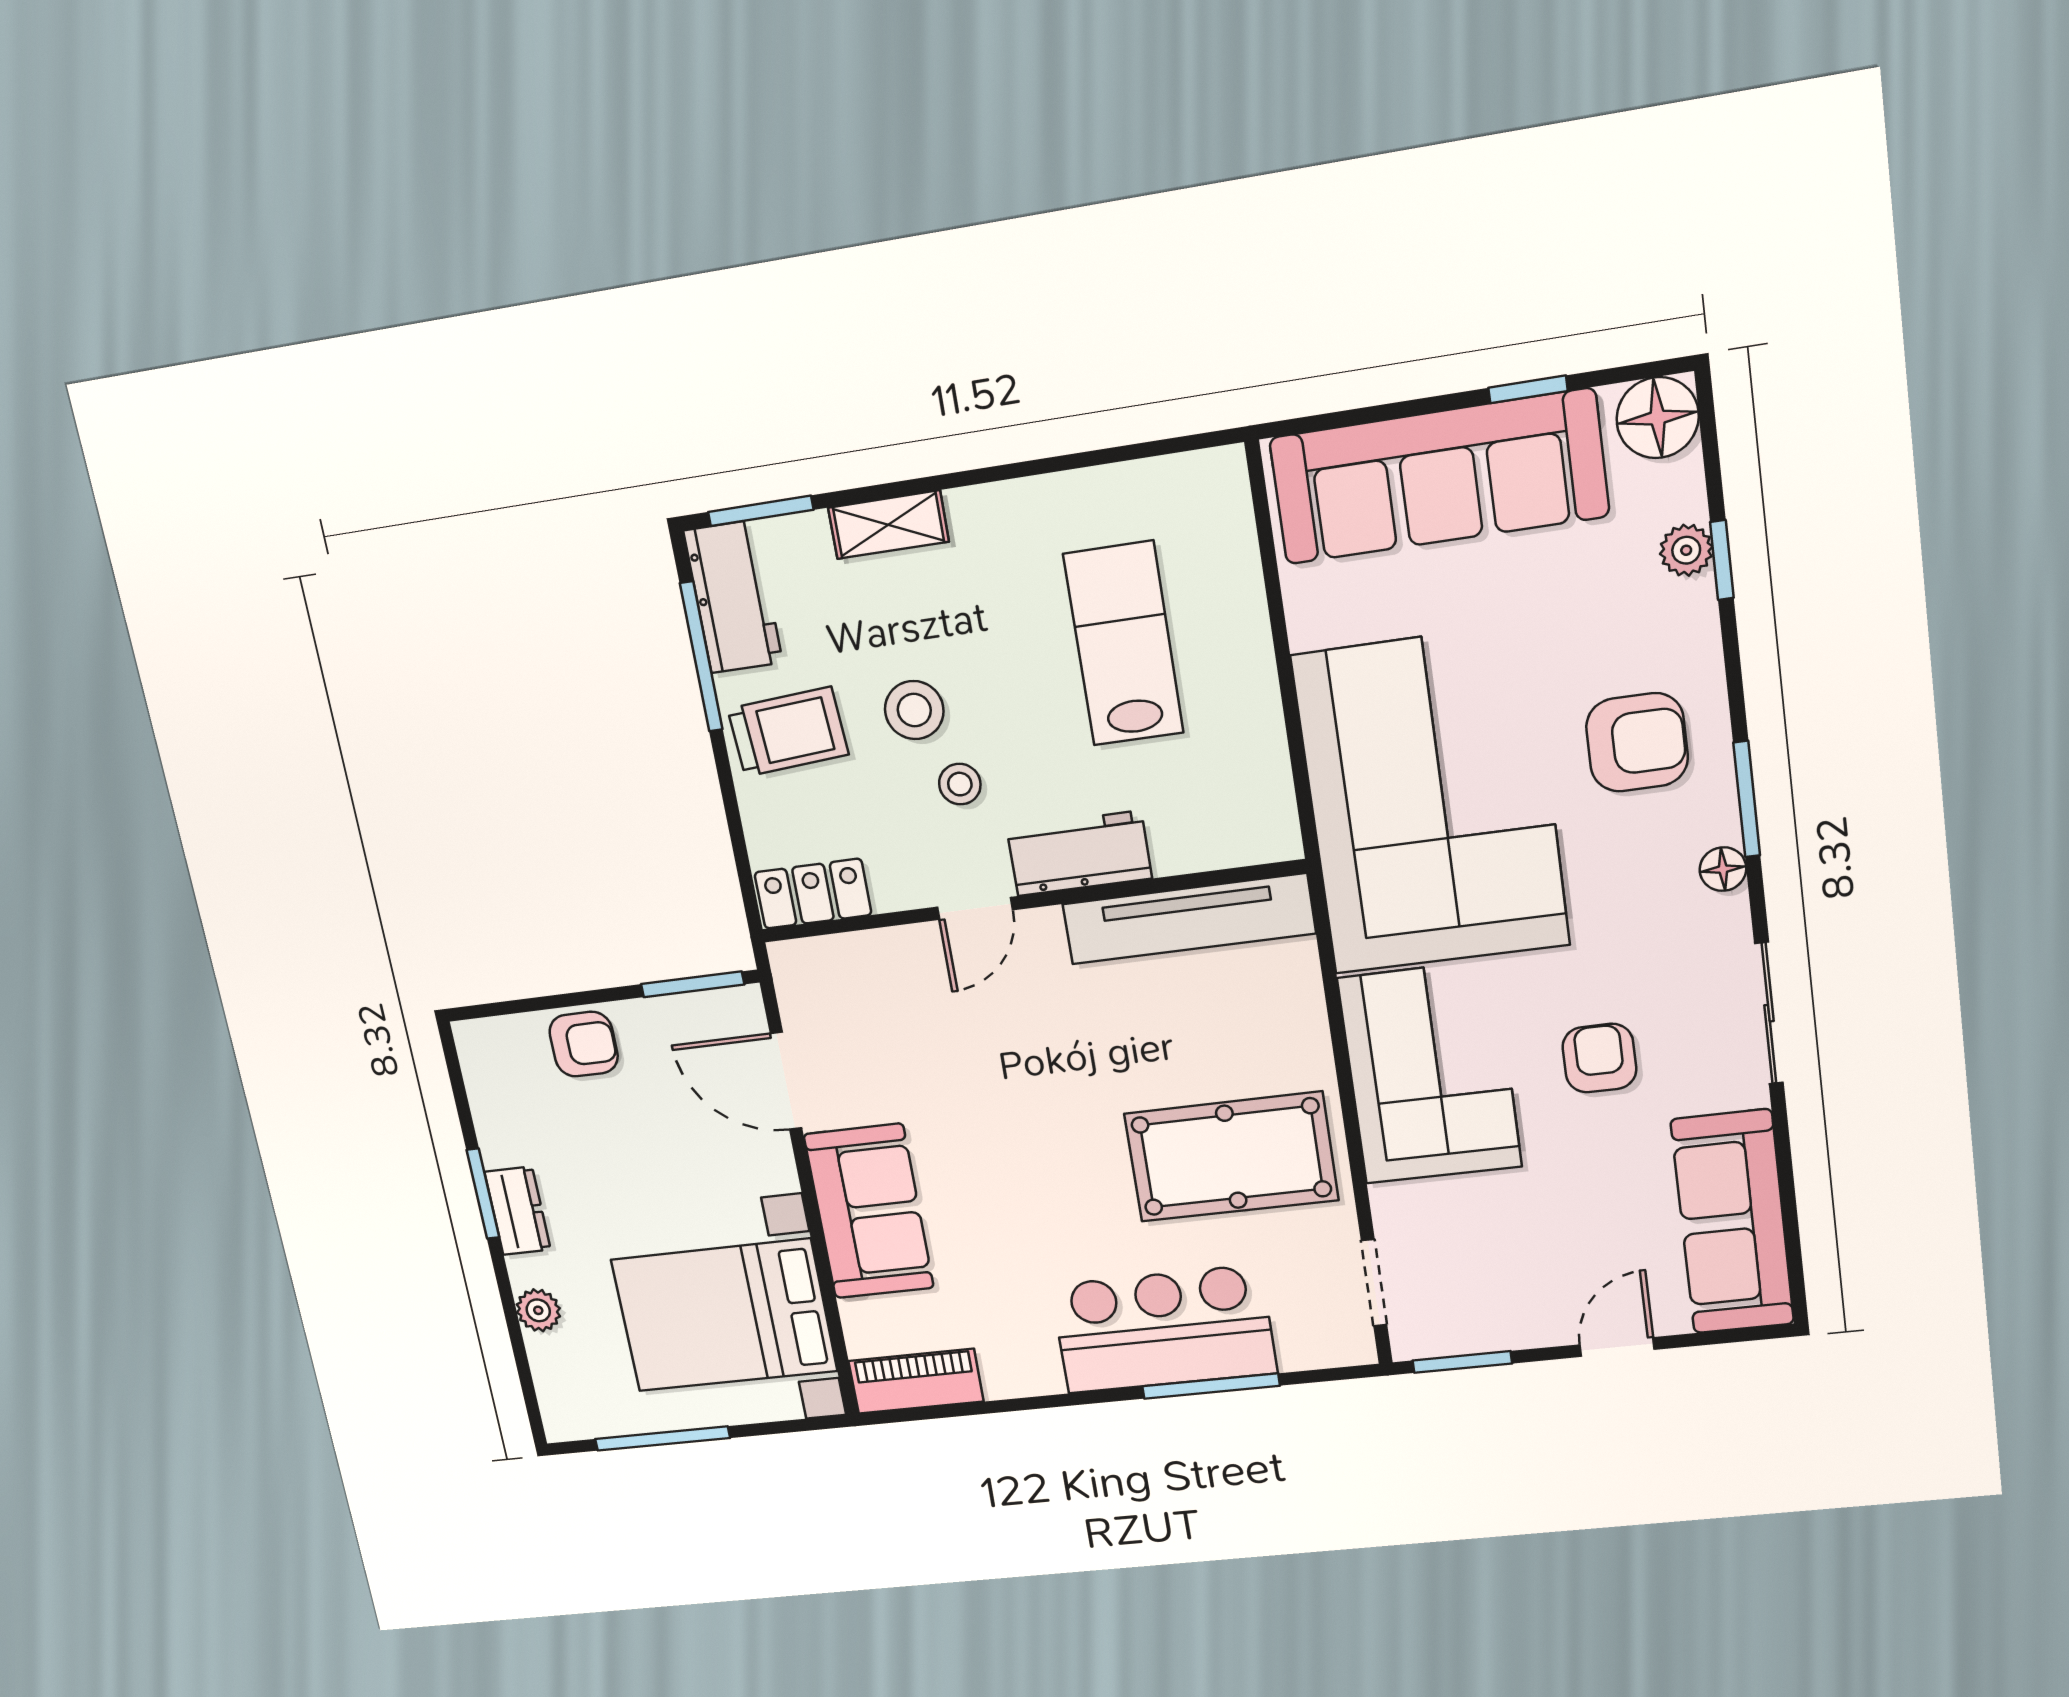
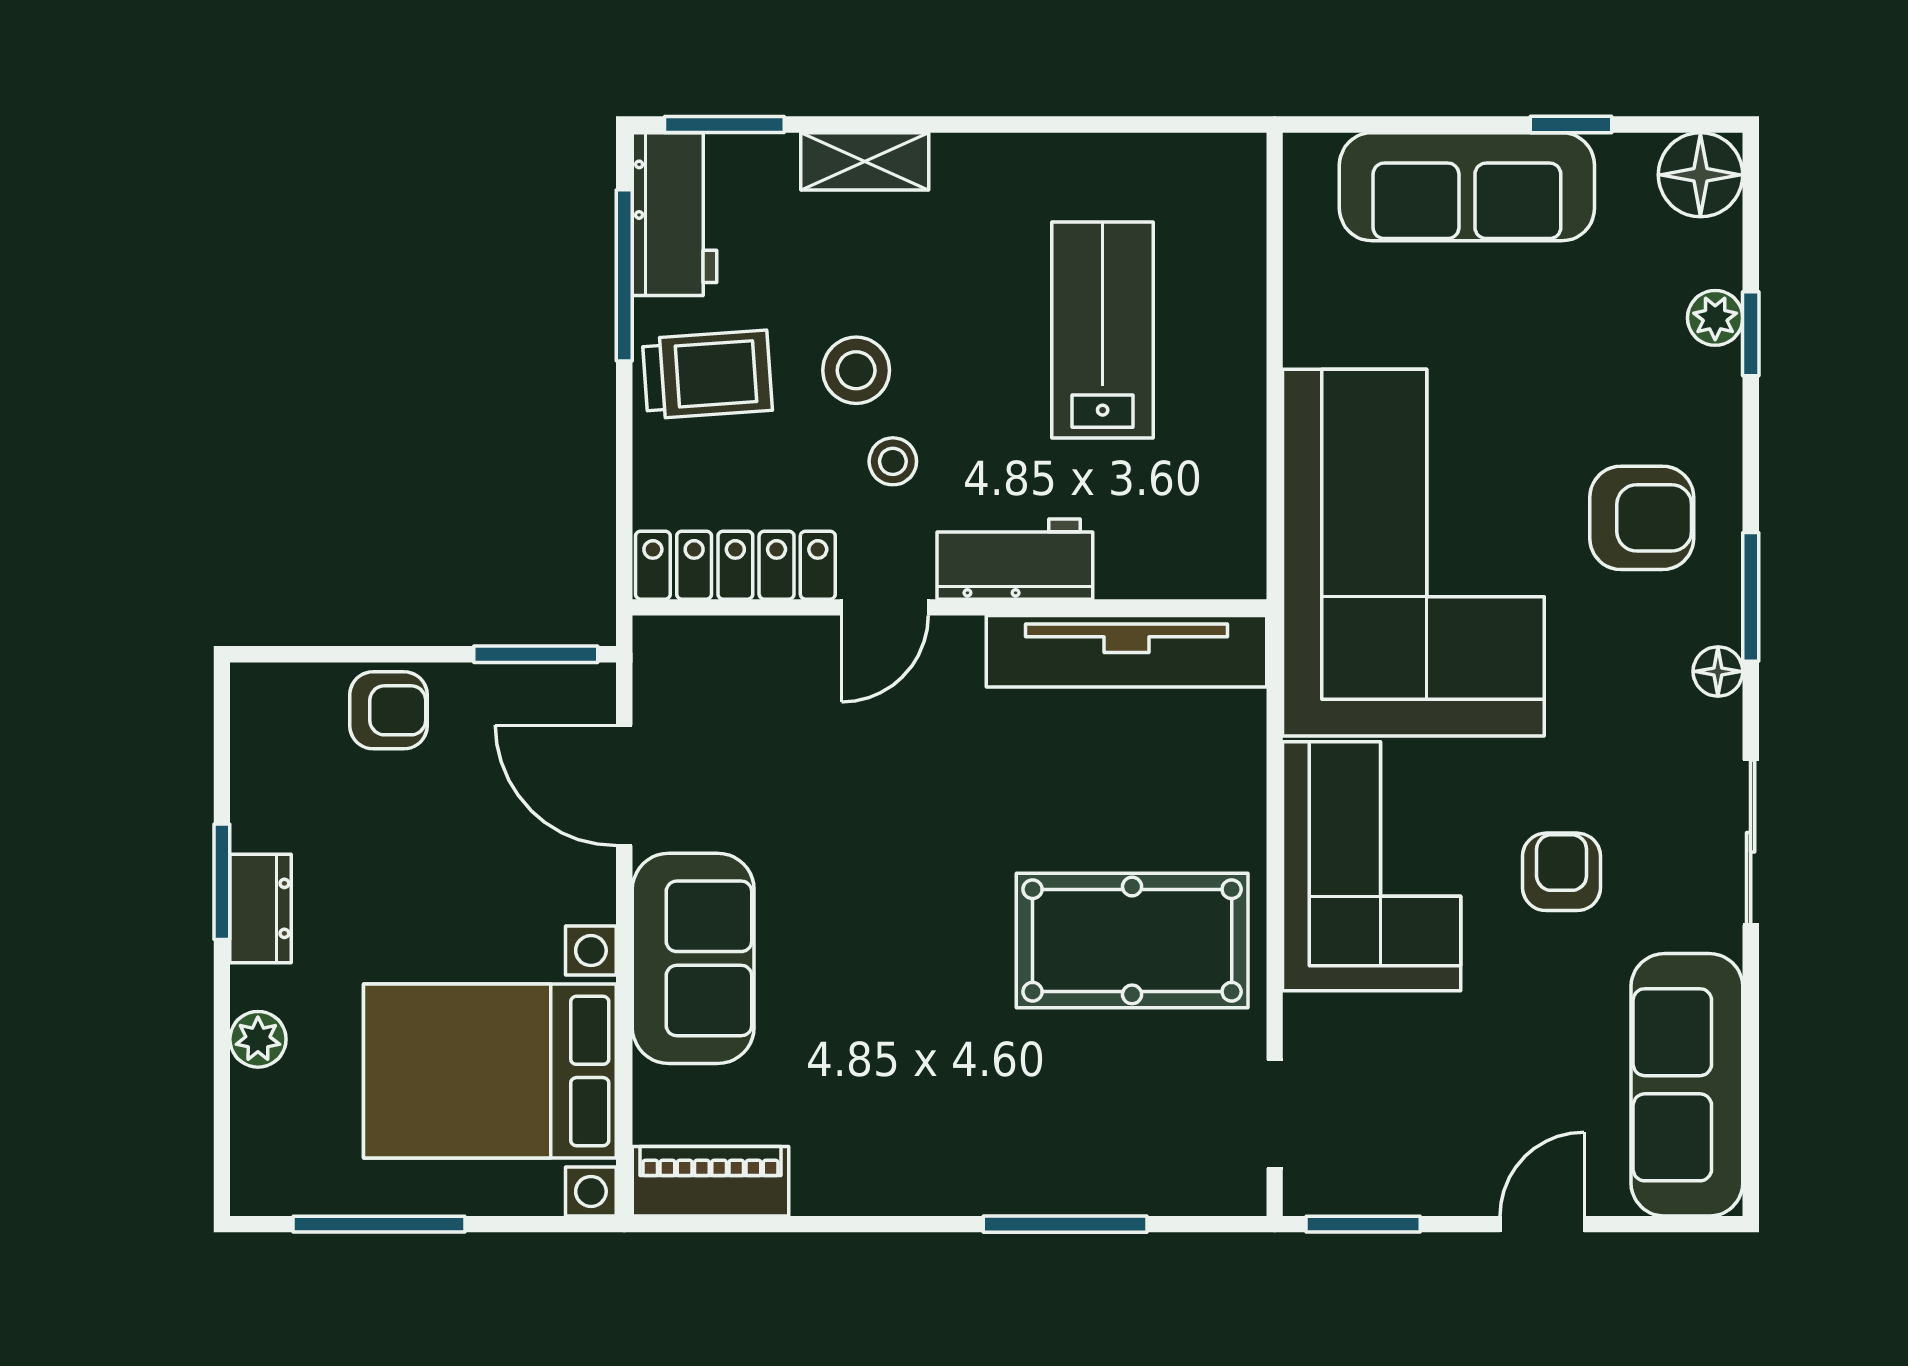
sofa: (1439, 477) -> (1467, 187), width x0.74, depth x0.79
locker: (813, 894) -> (735, 565), width x1.53
bar counter: (1164, 1329) -> (1020, 1146), removed

